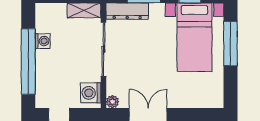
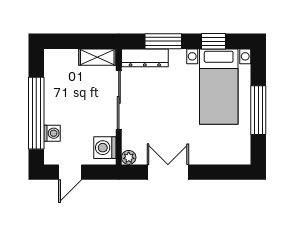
washing machine: (43, 41) -> (52, 133), moved
window: (230, 43) -> (258, 110), moved

